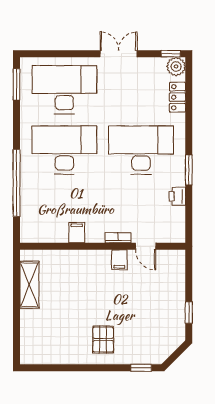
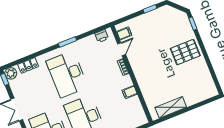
printer: (177, 196) -> (102, 36), moved
filing cabinet: (119, 260) -> (124, 33), moved
pallet: (103, 340) -> (185, 52), width x1.50, depth x1.42

